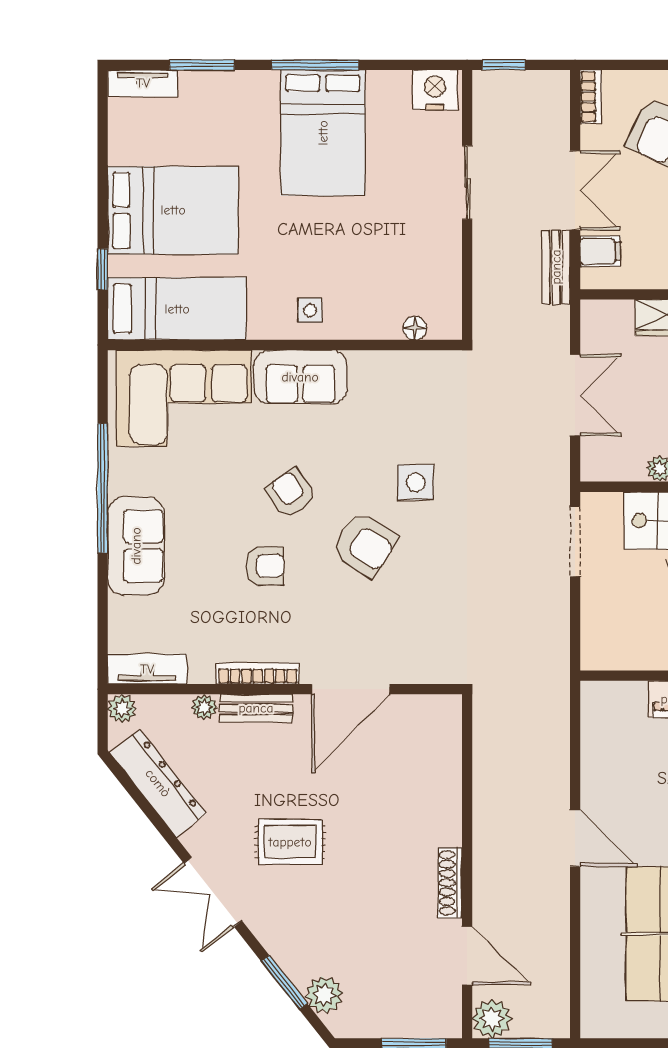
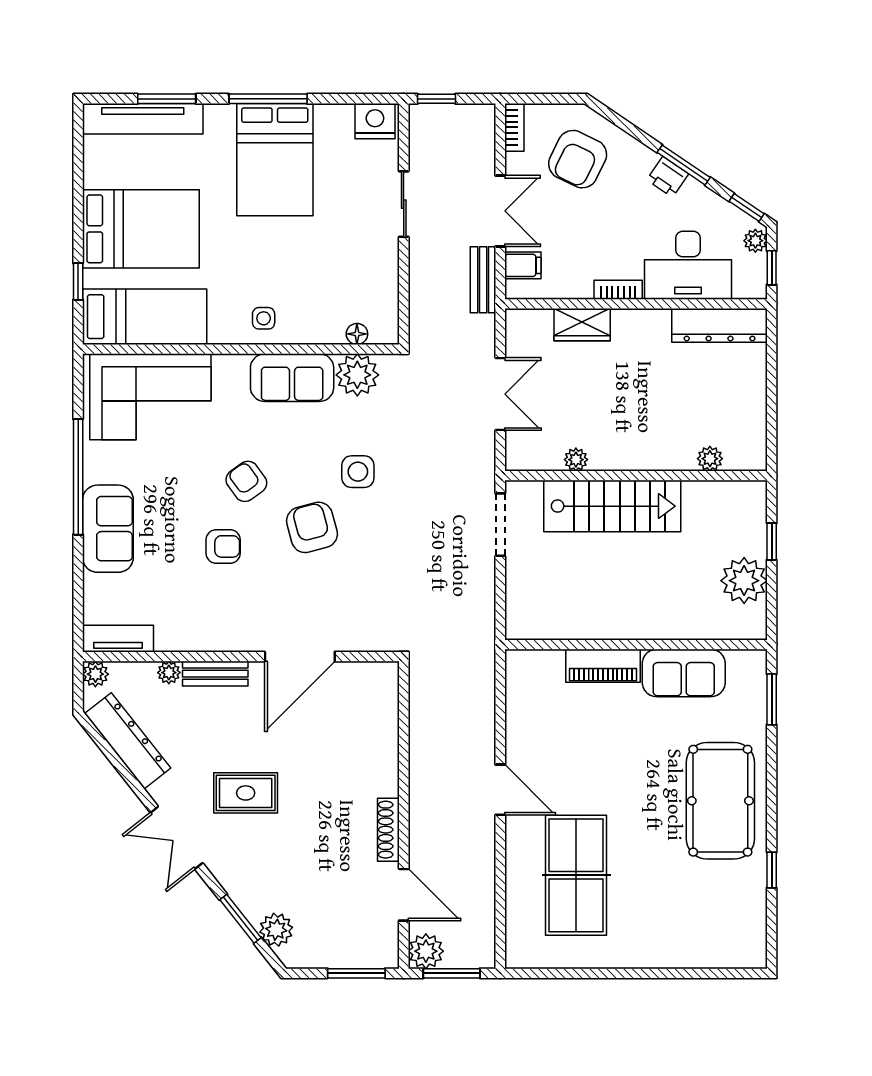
tv unit: (143, 83) -> (143, 119), width x1.92, depth x1.29
plant: (415, 374) -> (357, 375), added
sofa: (300, 377) -> (292, 378), moved
armchair: (364, 545) -> (312, 527), turned -138
bookcase: (258, 674) -> (217, 643), removed

